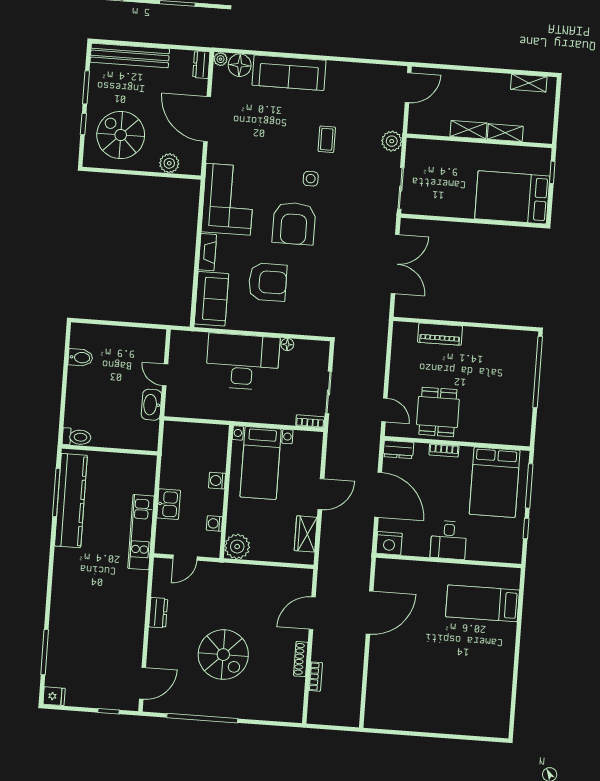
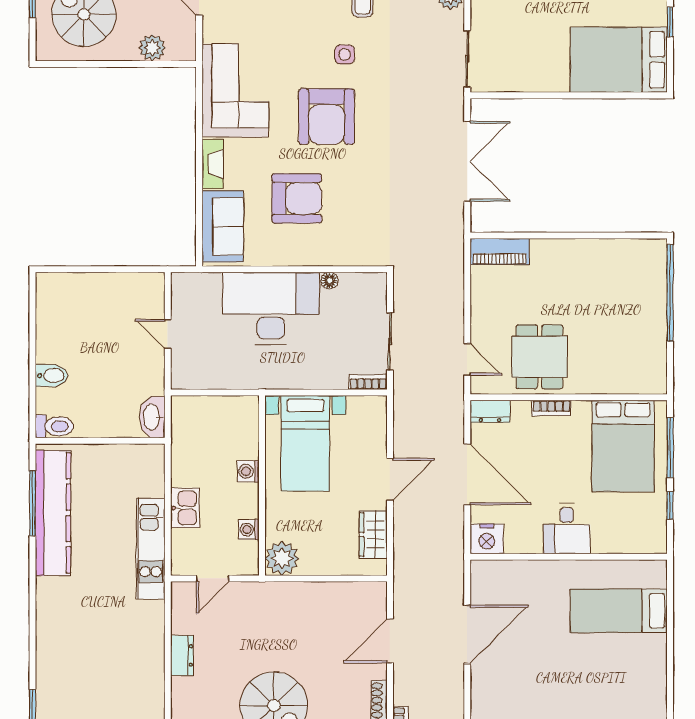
piano: (440, 334) -> (500, 252), moved
bidet: (80, 358) -> (52, 376), moved
washbasin: (151, 405) -> (152, 417), moved

